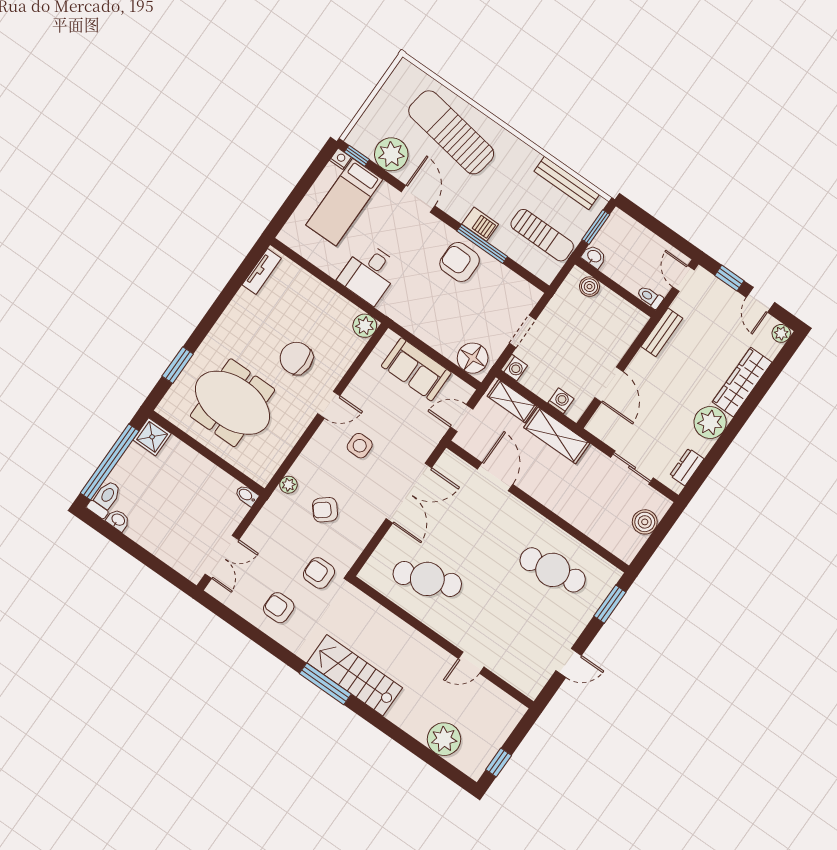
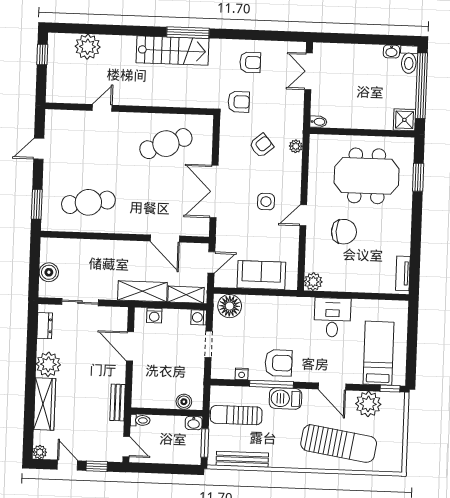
nightstand: (340, 159) -> (242, 374), moved
barbecue: (480, 224) -> (285, 399), width x1.38, depth x1.27

